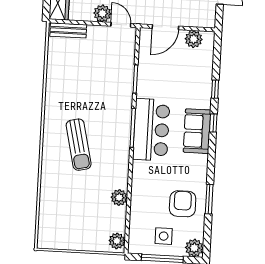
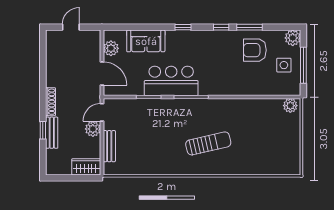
bench: (68, 30) -> (109, 146), moved
window: (215, 89) -> (221, 27), moved
bar counter: (151, 130) -> (171, 81), moved
sofa: (197, 131) -> (146, 41), moved
plant: (119, 198) -> (252, 106), removed

